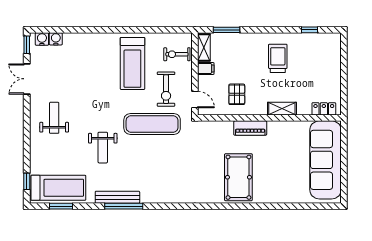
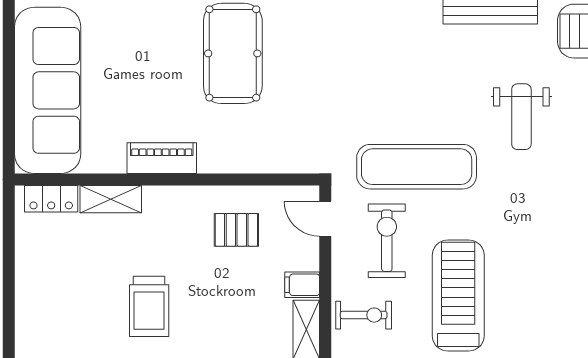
pallet: (237, 94) -> (236, 230), turned 90
shelving: (282, 109) -> (111, 199), moved
piano: (250, 128) -> (162, 158), moved
weight bench: (103, 148) -> (521, 117), turned 180

